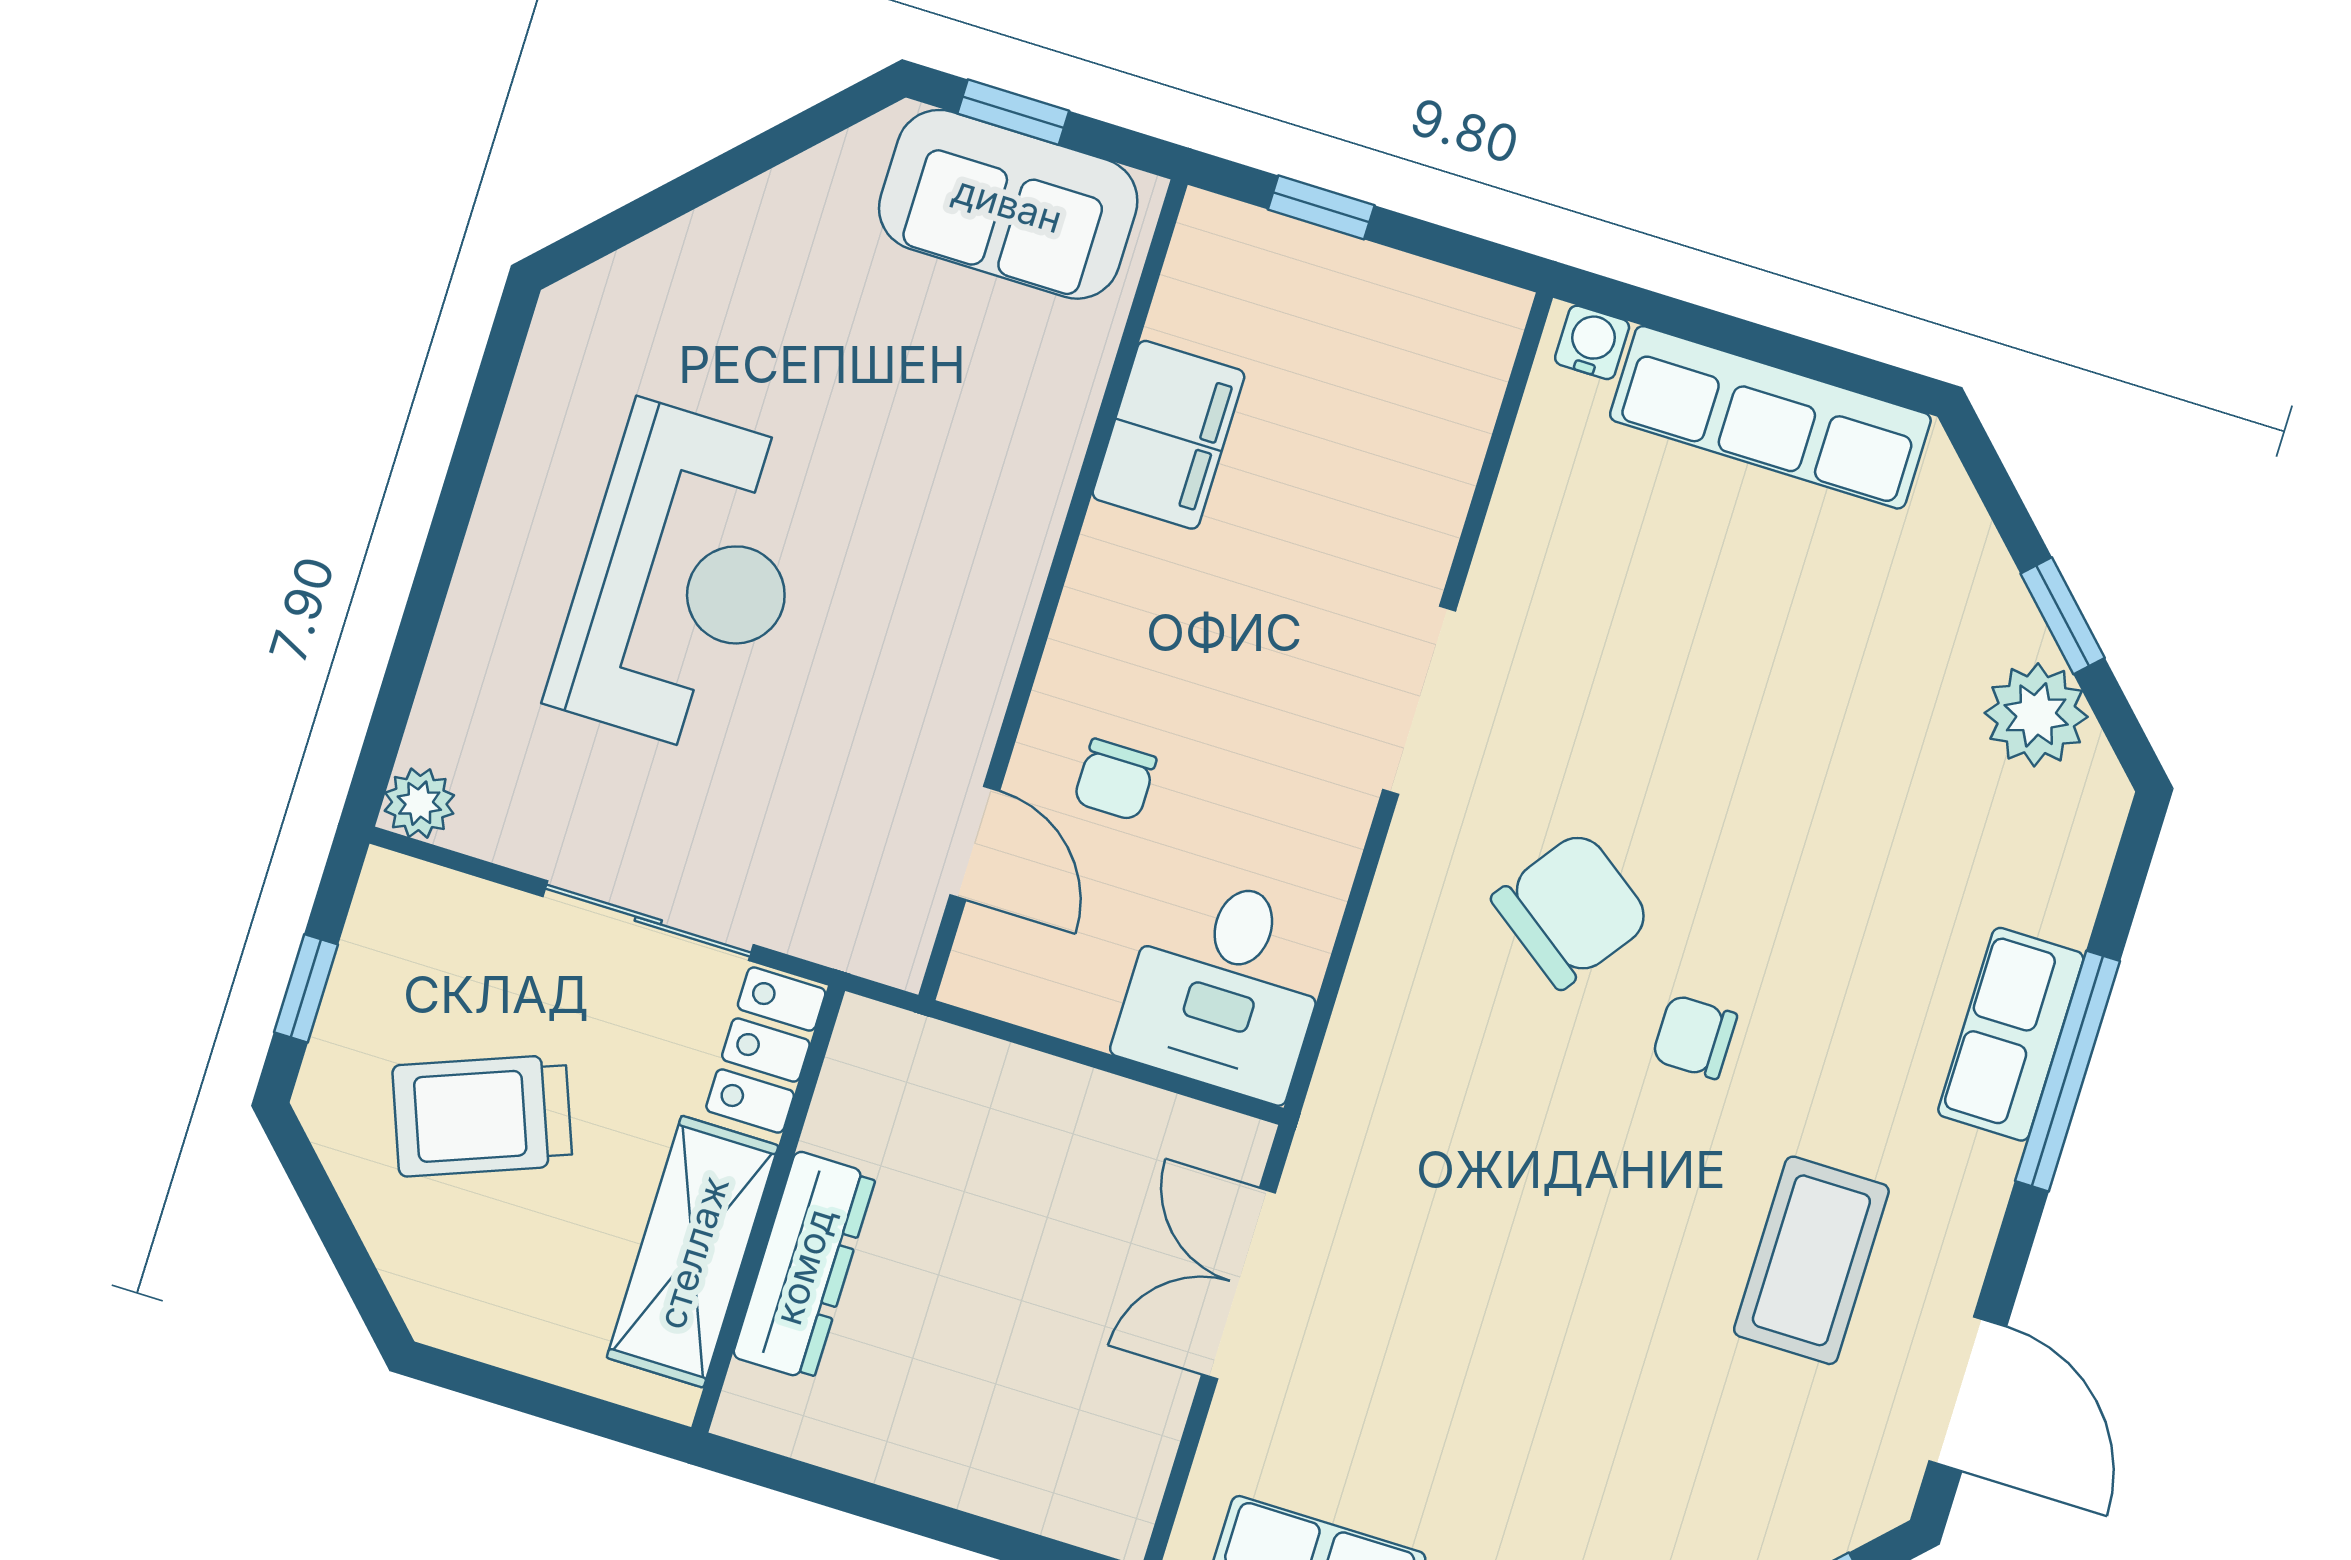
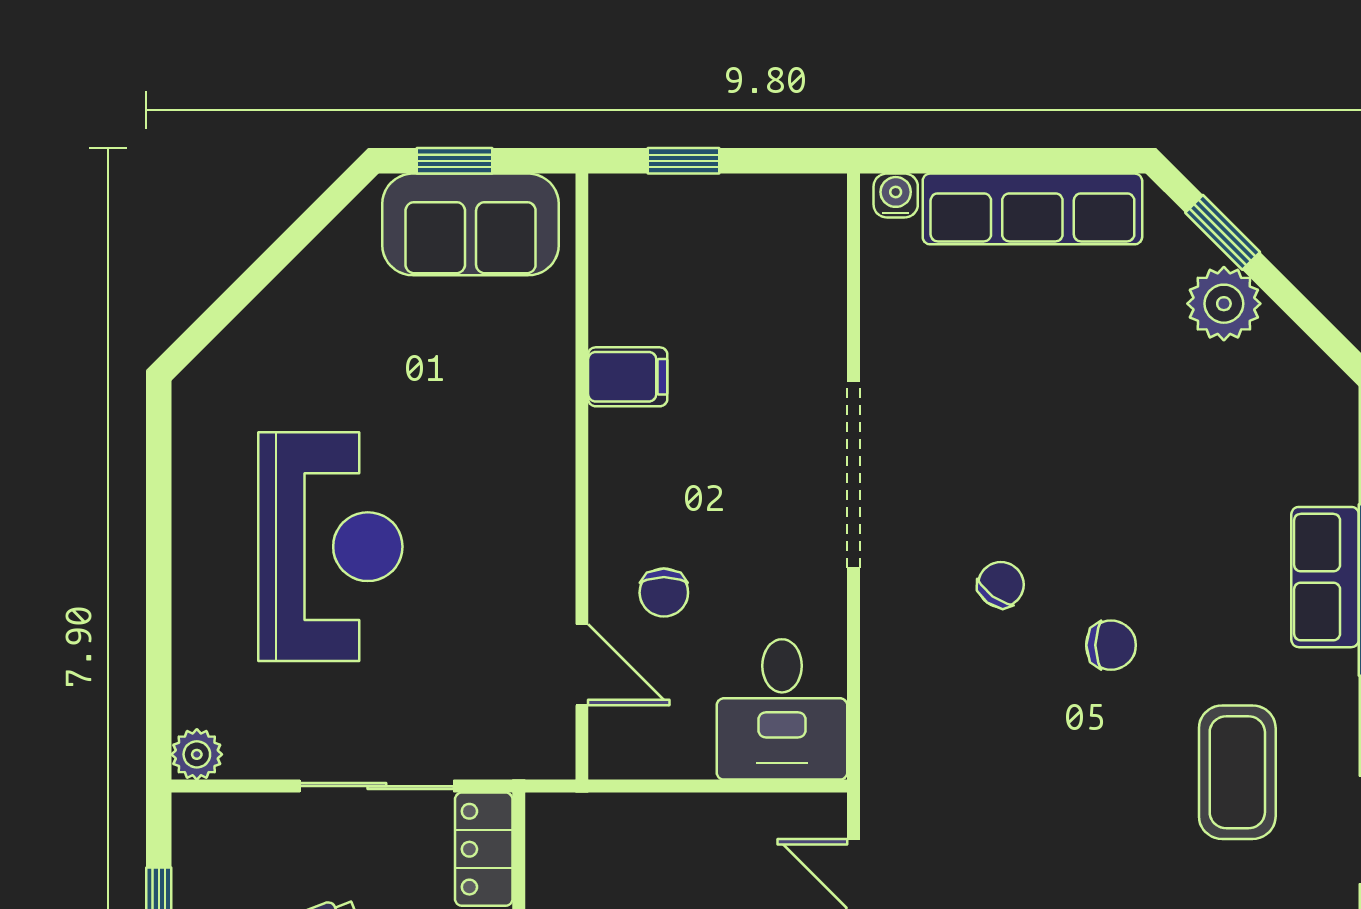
filing cabinet: (1168, 435) -> (628, 377), width x0.50
window: (2063, 616) -> (1223, 232), moved
doorway: (1419, 700) -> (853, 475), width x1.36
plant: (2036, 715) -> (1224, 304), moved
chair: (1572, 910) -> (1001, 585), width x0.54, depth x0.54
chair: (1694, 1037) -> (1111, 645), turned 180

